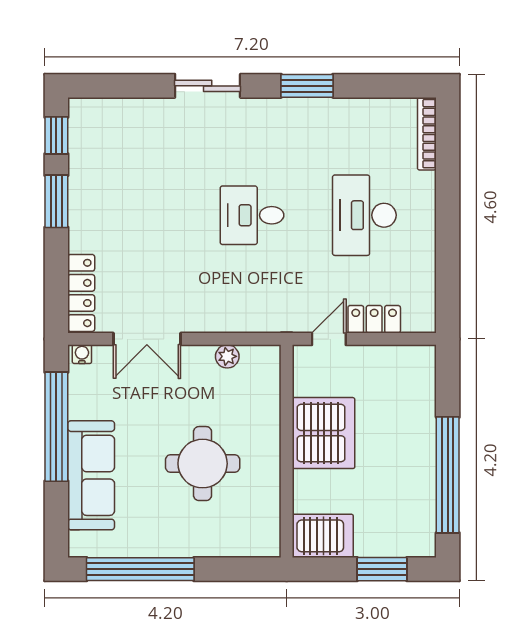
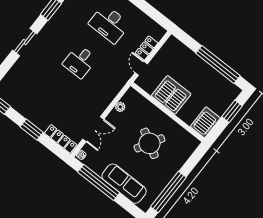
window: (56, 201) -> (32, 130), moved
round table: (203, 464) -> (149, 143), turned 30

